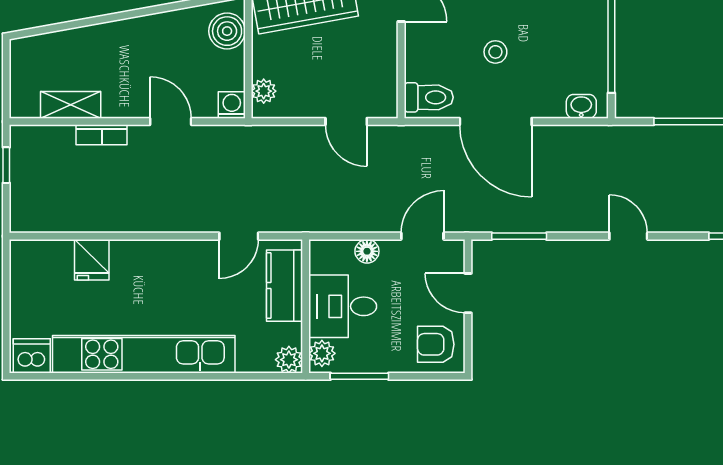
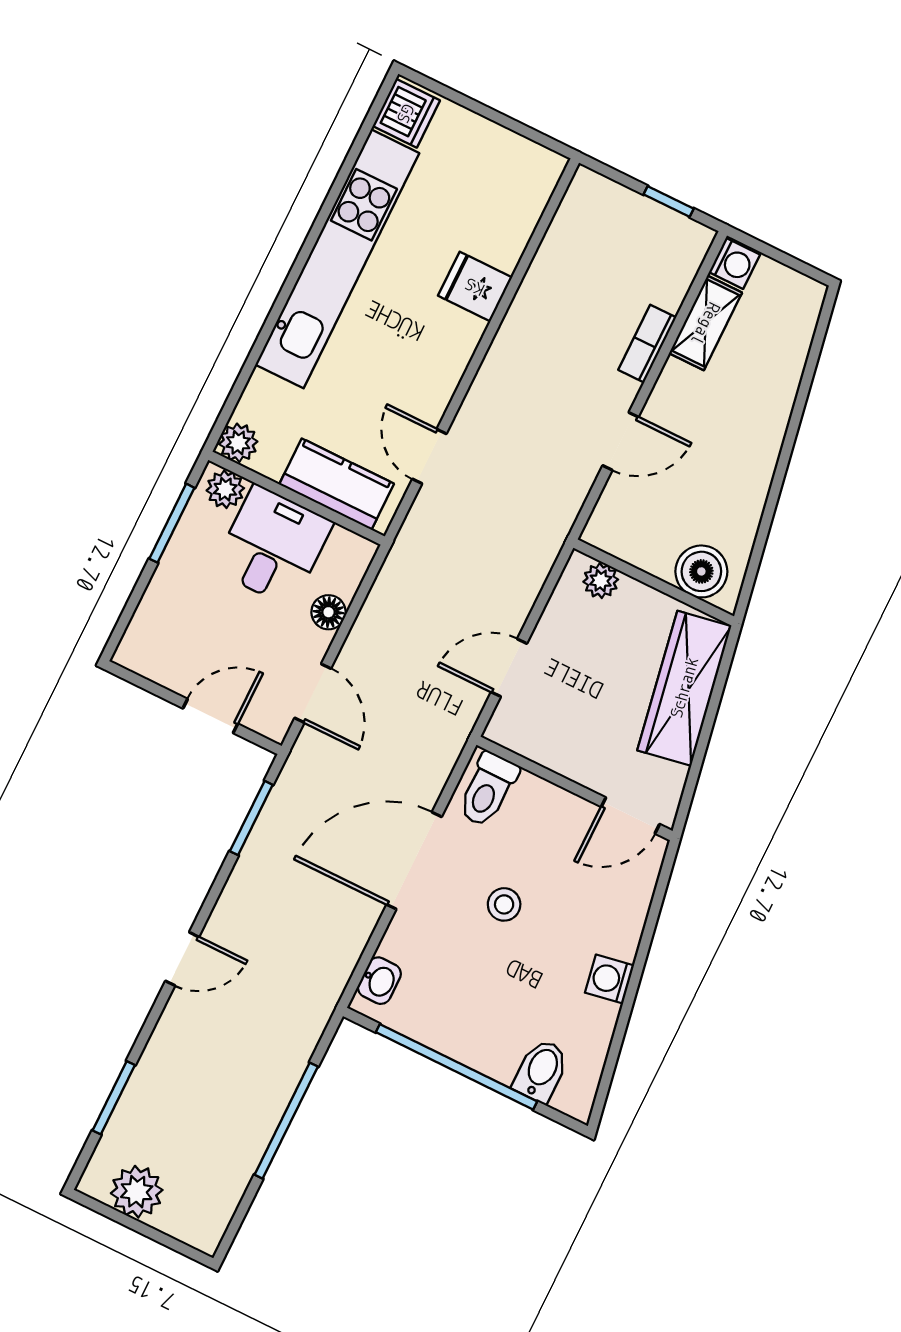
washing machine: (232, 105) -> (734, 263), moved
fridge: (92, 260) -> (475, 287), moved
armchair: (436, 344) -> (165, 642), removed

